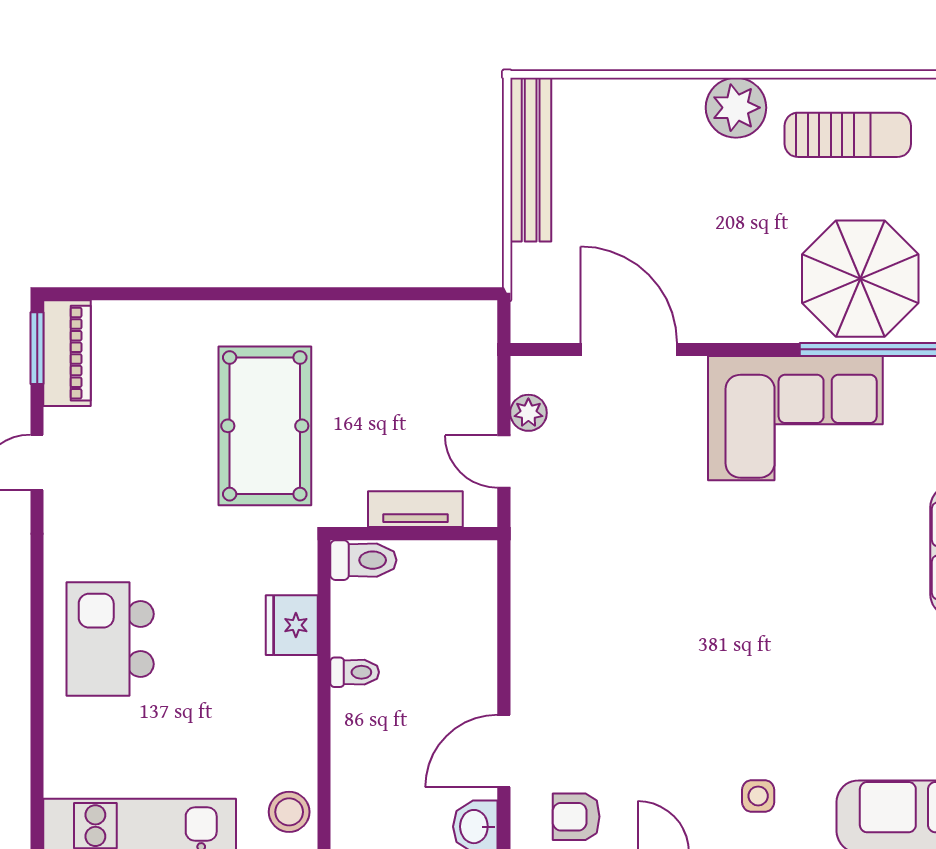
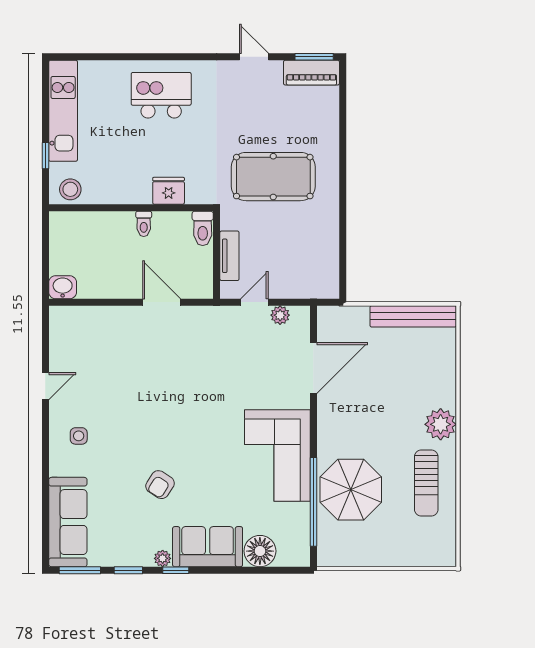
door: (504, 751) -> (162, 302), moved
armchair: (576, 817) -> (160, 485), moved, turned -147

